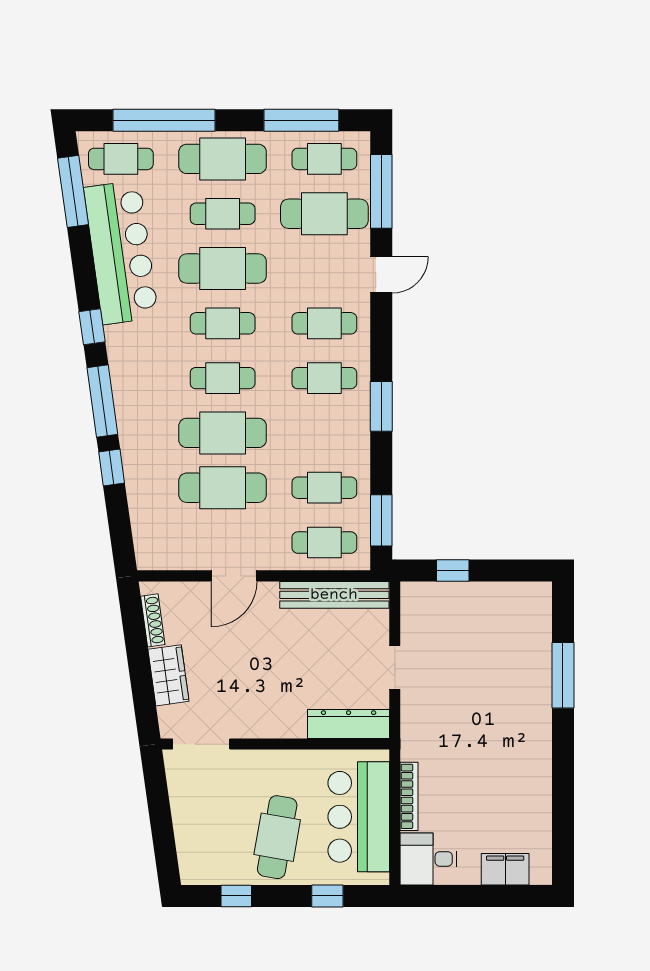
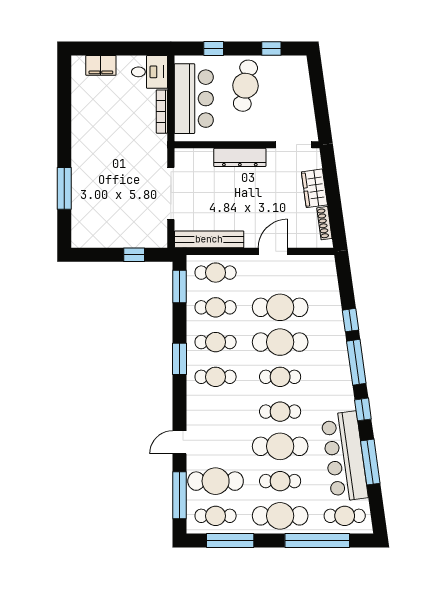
window: (73, 191) -> (370, 462), moved
cafe table: (324, 323) -> (216, 342), moved
doorway: (395, 667) -> (171, 193), width x1.88
dresser: (349, 724) -> (240, 157), moved

